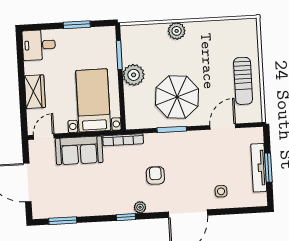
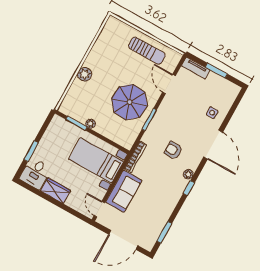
window: (77, 25) -> (31, 151), moved
plant: (134, 75) -> (90, 124), width x0.53, depth x0.53
wardrobe: (35, 92) -> (56, 191), moved
tv unit: (259, 168) -> (196, 68), moved, width x0.71

